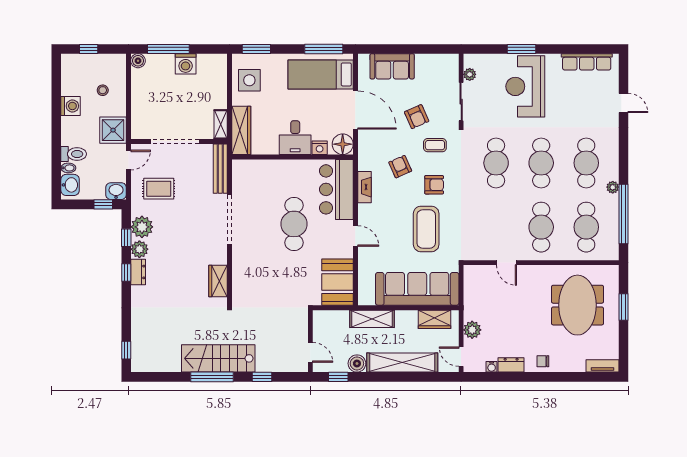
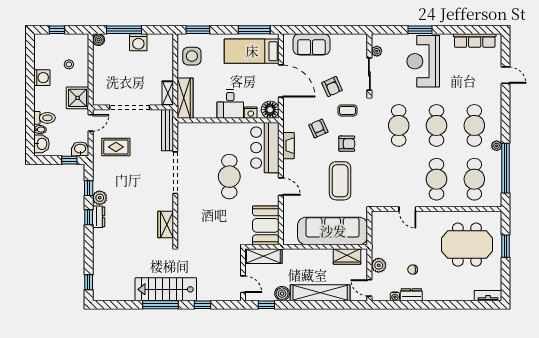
plant: (142, 227) -> (102, 179), removed
meeting table: (577, 305) -> (467, 245), turned 90
shelving: (372, 319) -> (263, 256), moved
chair: (543, 361) -> (413, 270), moved

